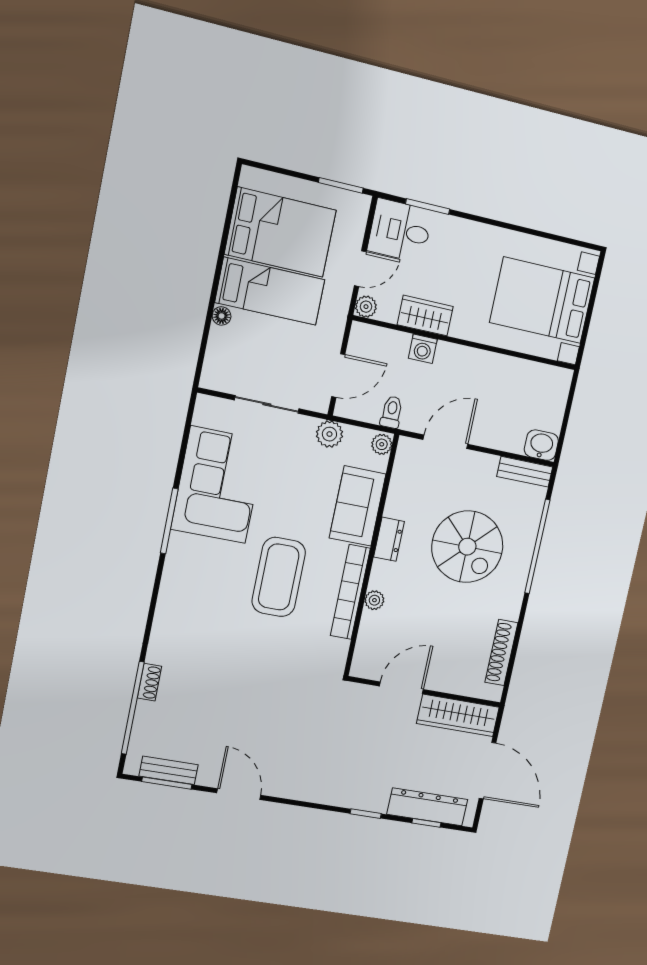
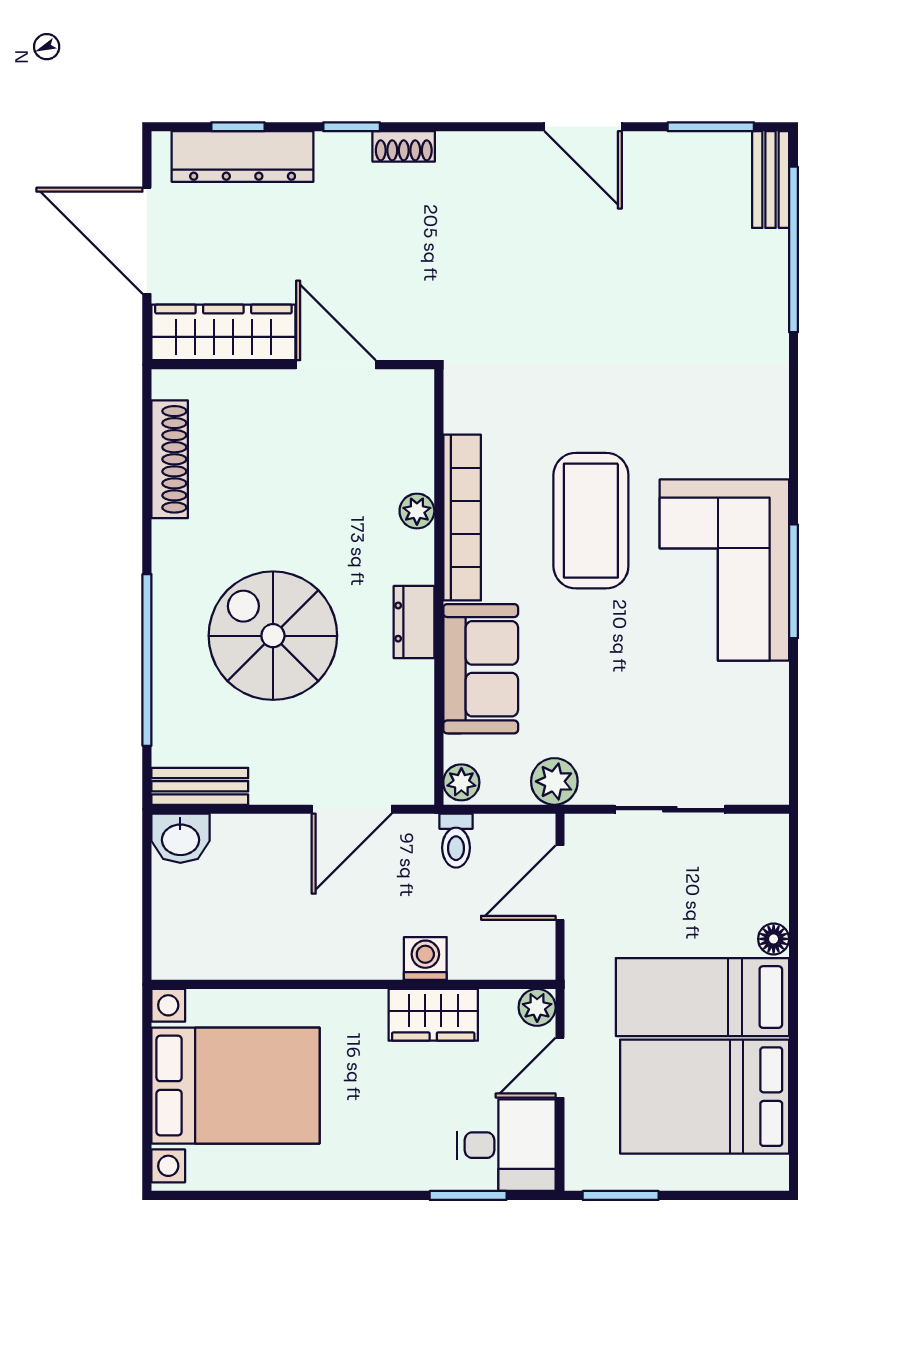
corner sofa: (218, 485) -> (724, 570), moved
shoe rack: (149, 682) -> (404, 146), moved, turned -90
door: (402, 688) -> (336, 365), swing flipped
bench: (169, 770) -> (771, 180), moved, turned 90

